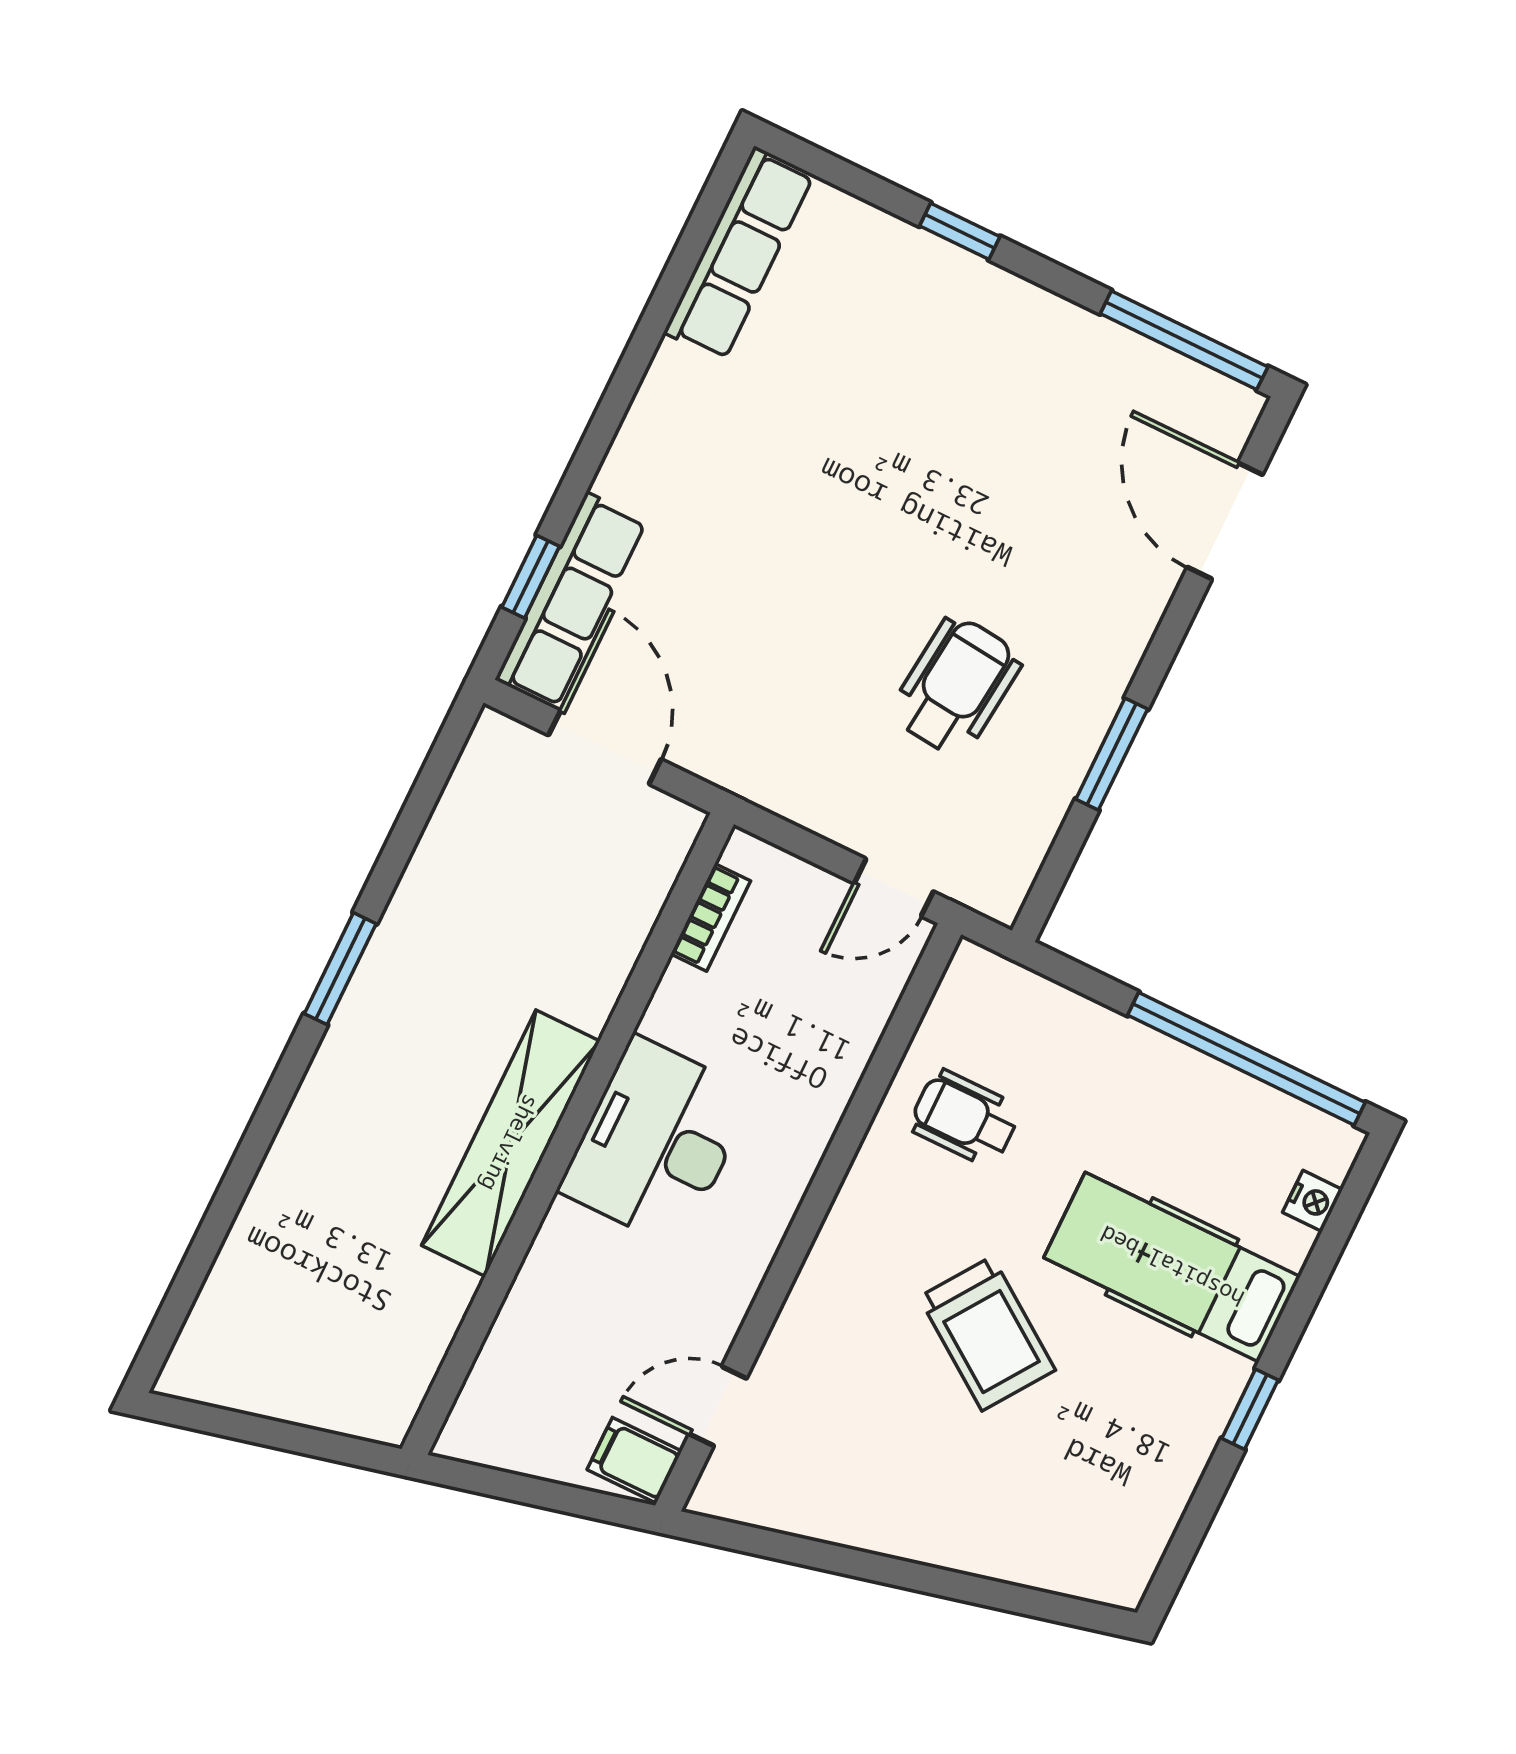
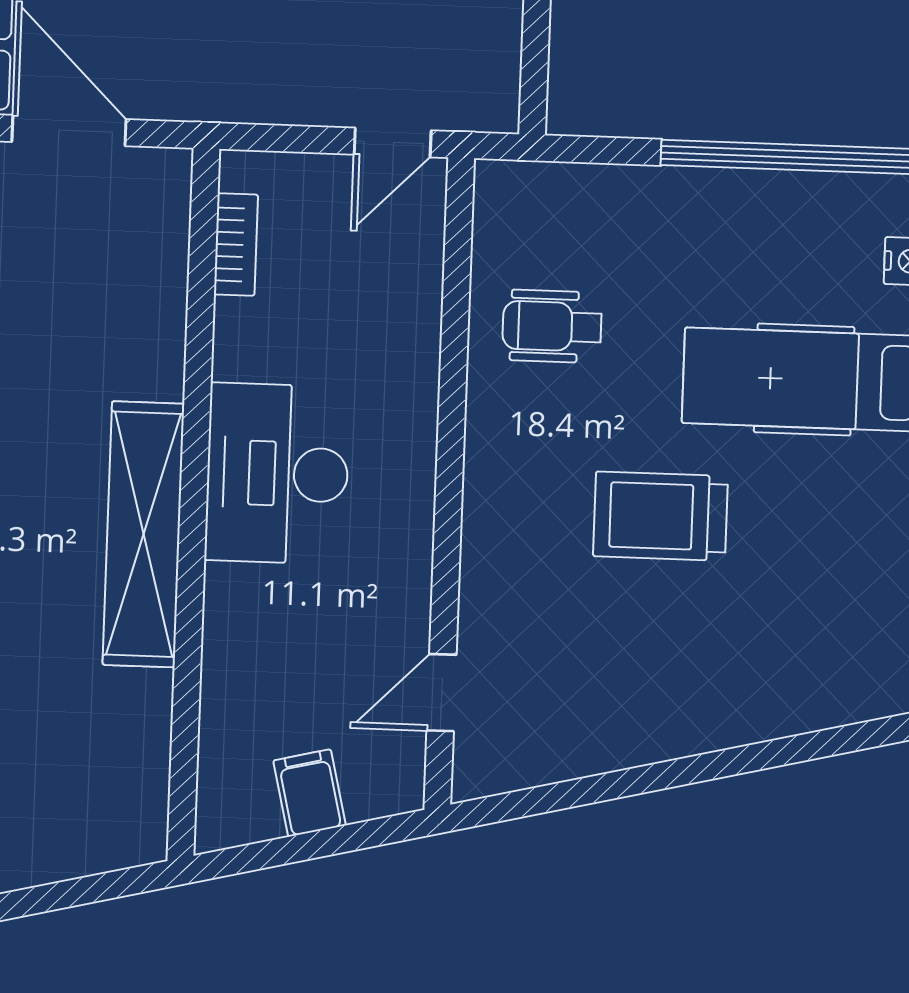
trolley: (987, 1334) -> (660, 516), turned 145
filing cabinet: (634, 1460) -> (310, 793), moved, turned 77

